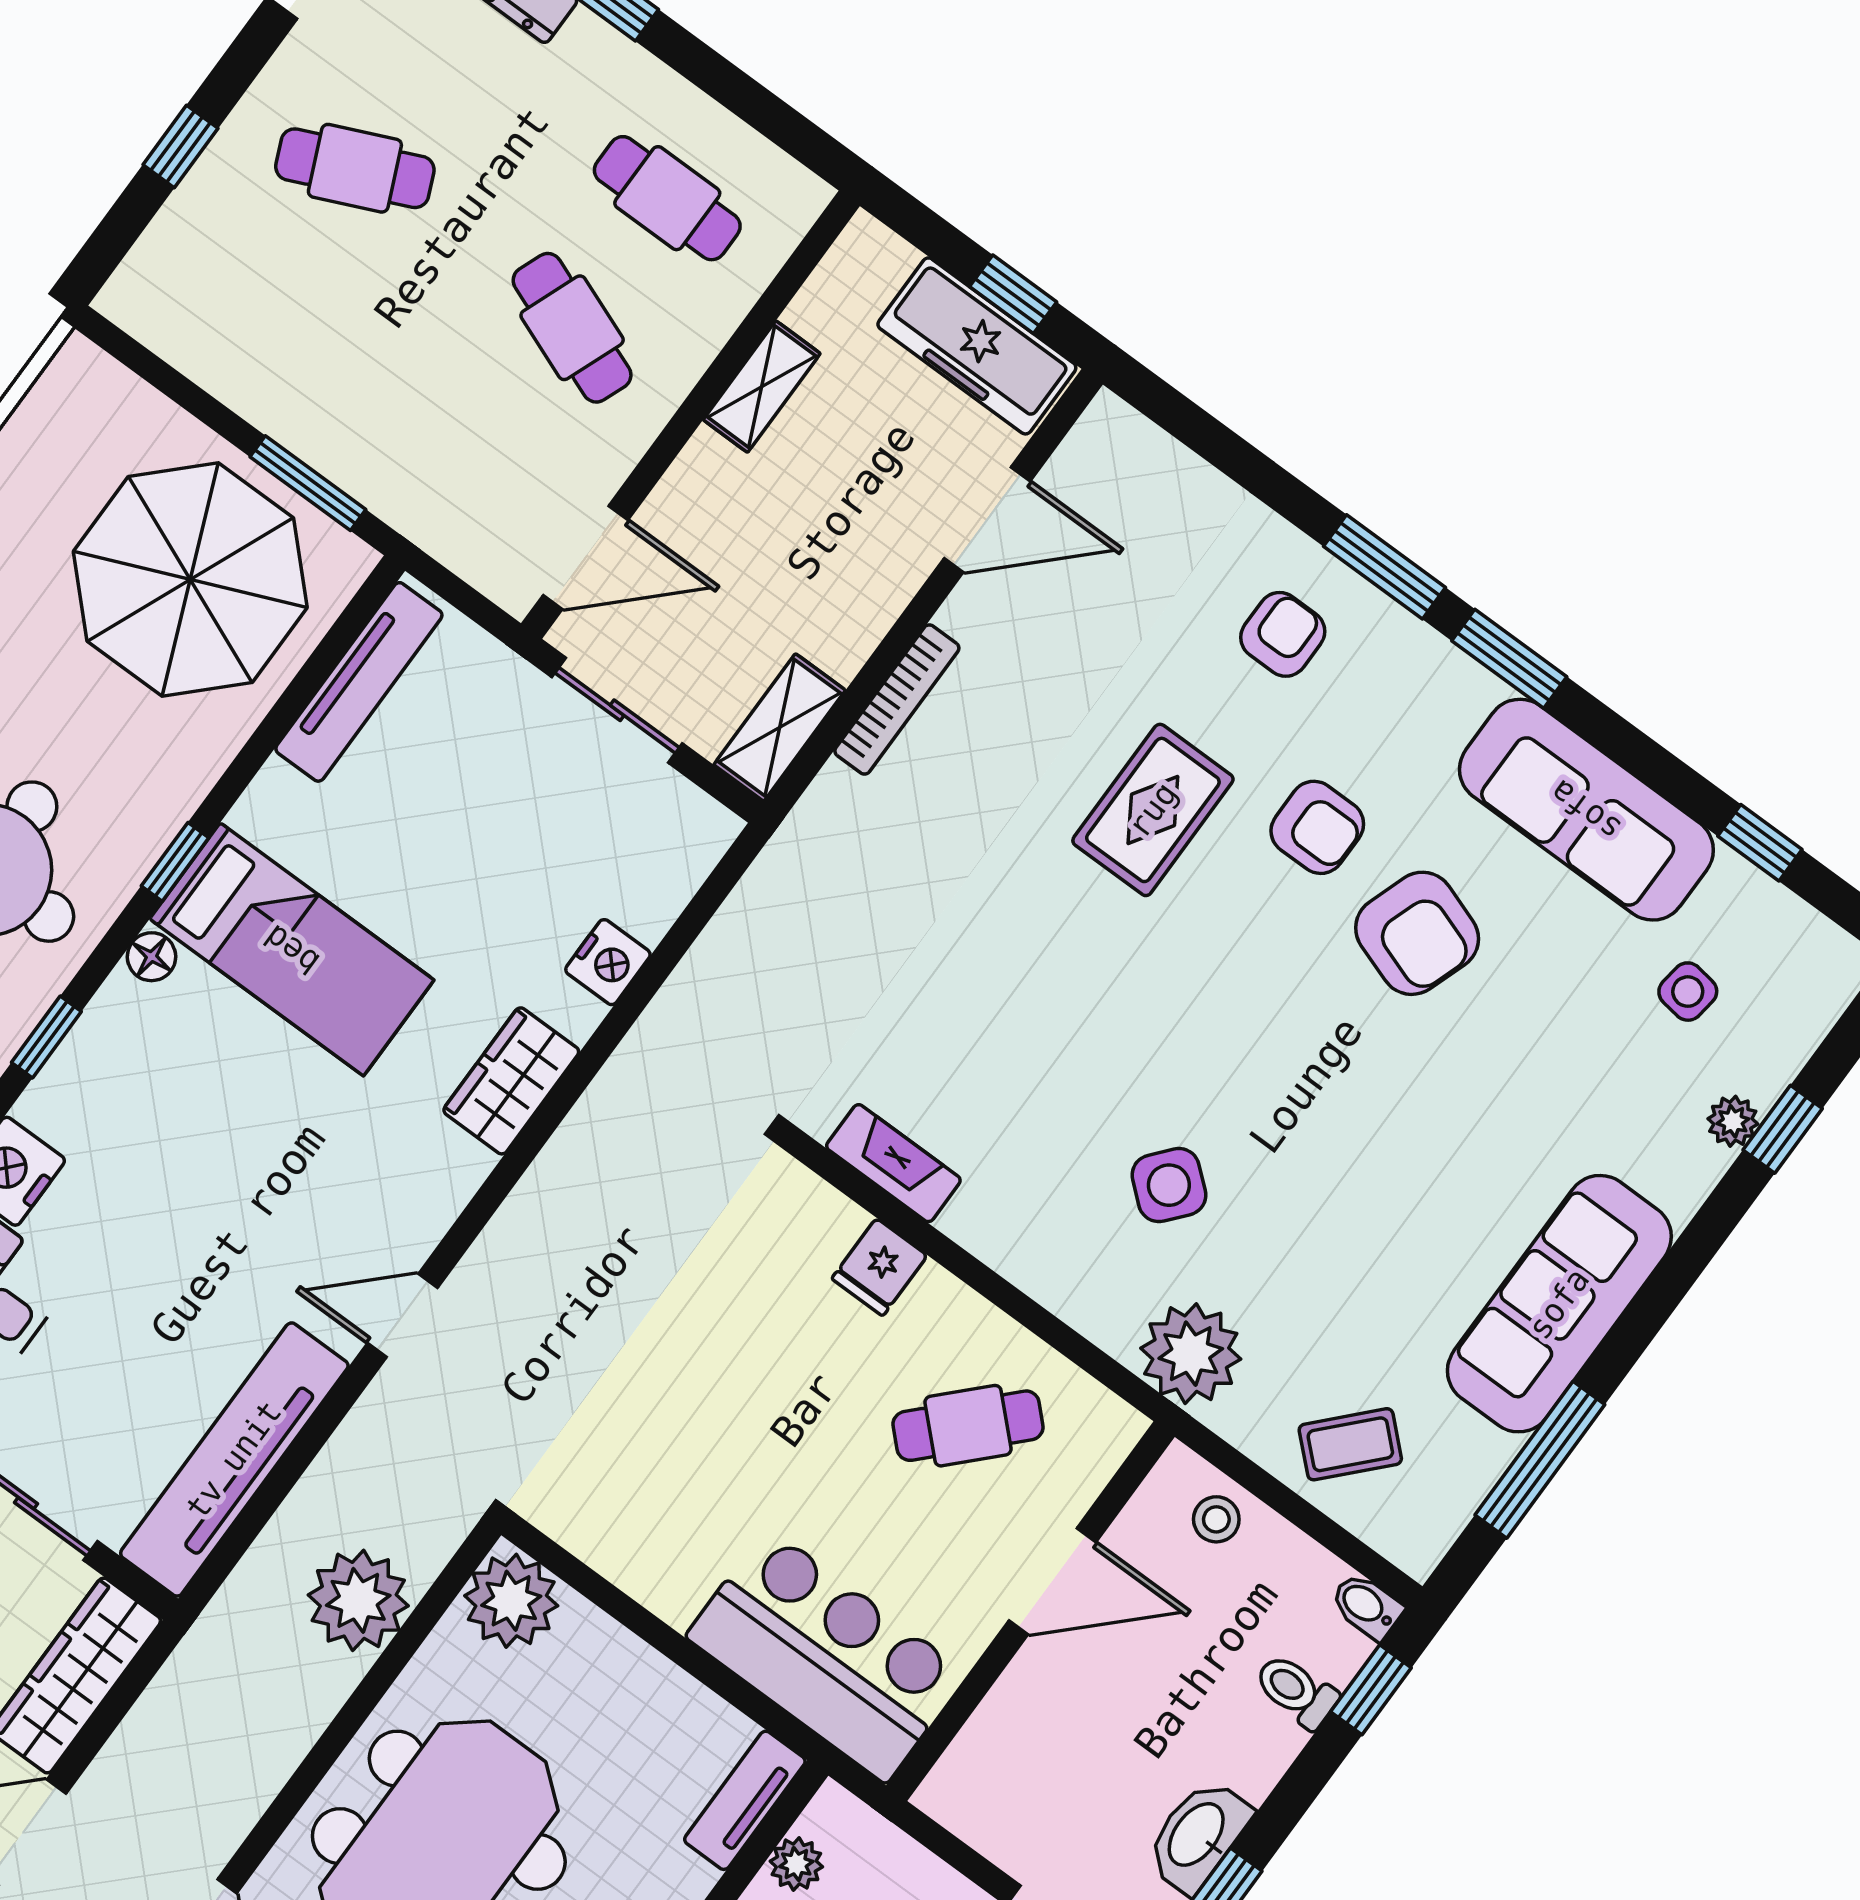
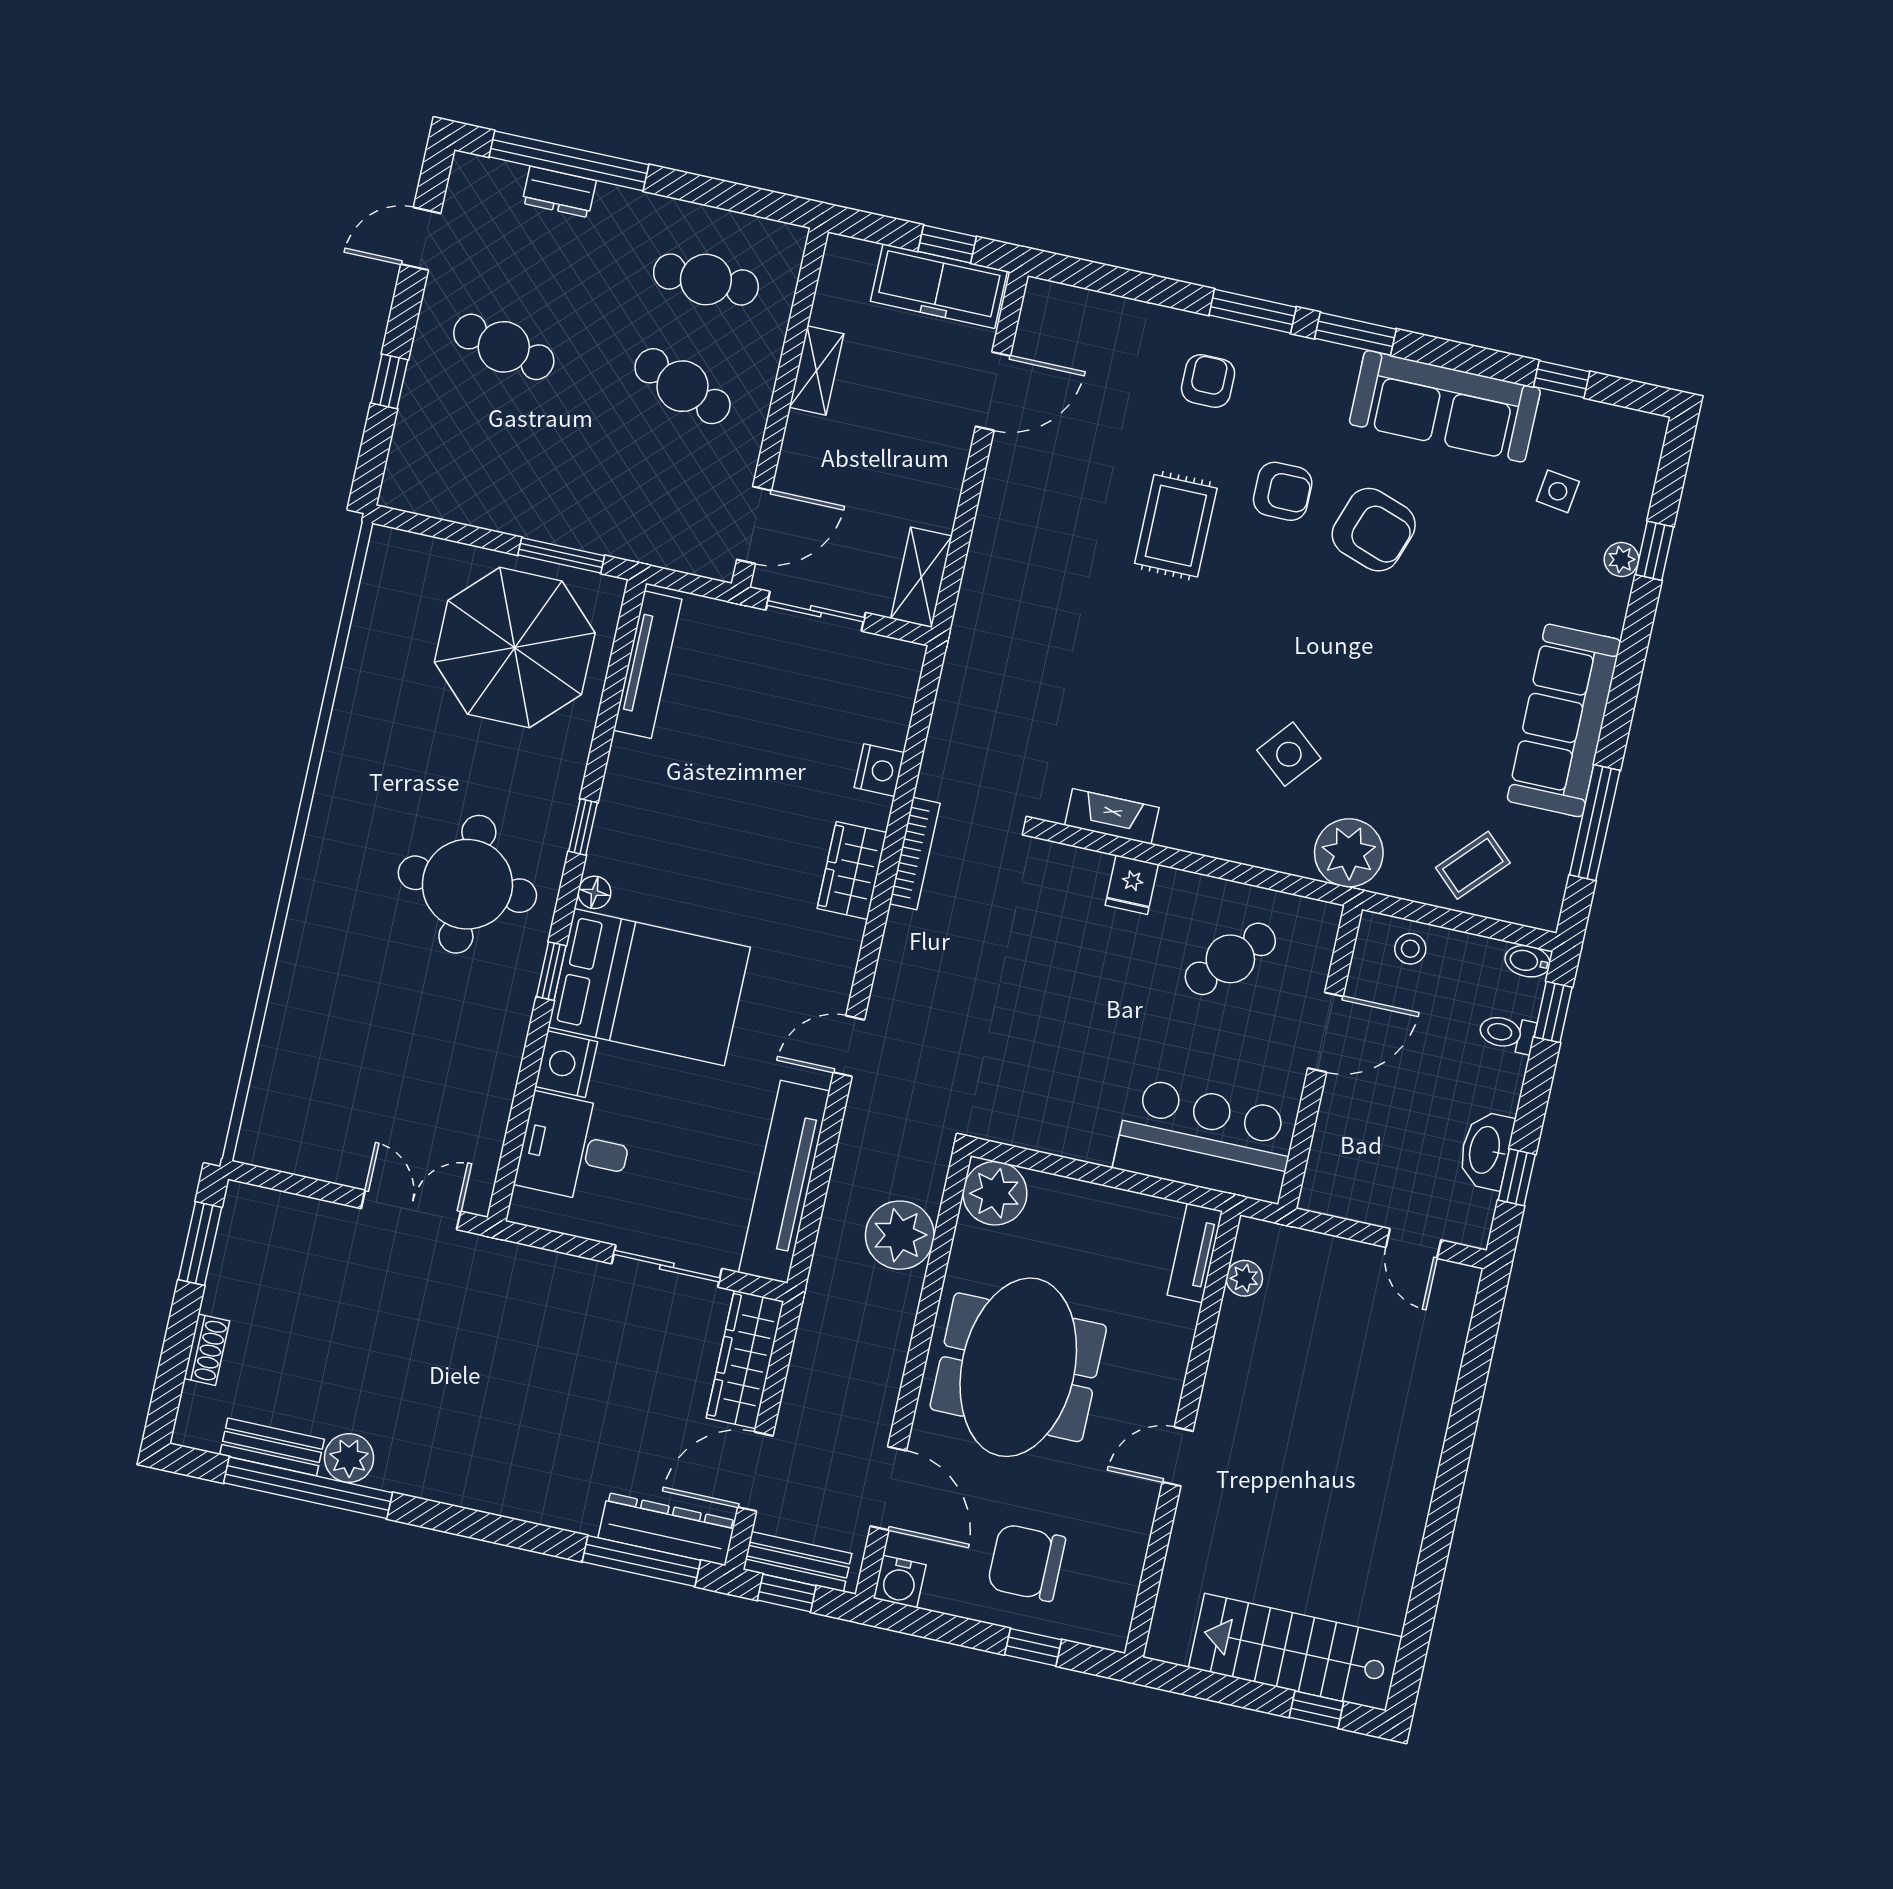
cafe table: (355, 168) -> (504, 347), turned 36
bookcase: (897, 699) -> (915, 853), moved
bed: (292, 949) -> (649, 987), moved, width x1.50

